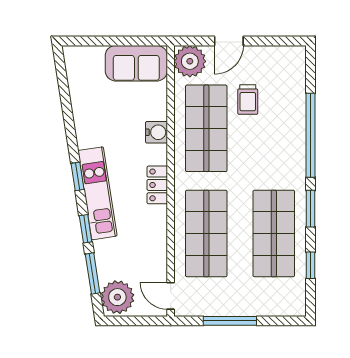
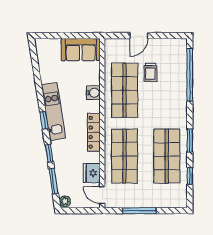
plant: (190, 61) -> (114, 48), removed
window: (311, 135) -> (190, 75), moved
locker: (157, 185) -> (94, 132), width x1.53
kitchen unit: (97, 193) -> (53, 111), moved
fridge: (154, 261) -> (92, 173), added
plant: (117, 297) -> (65, 201), width x0.53, depth x0.53

